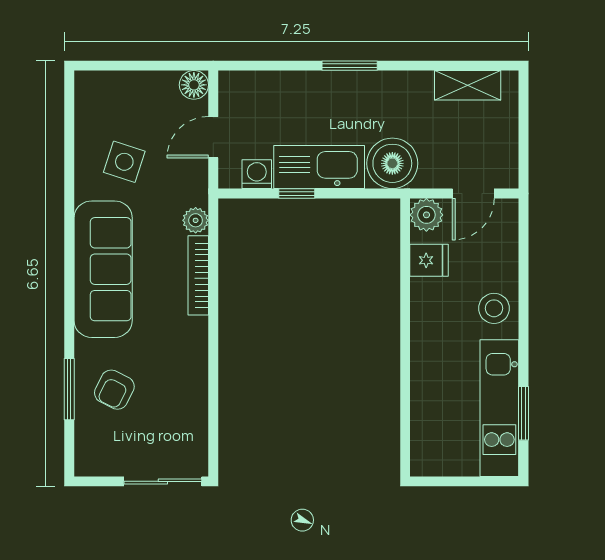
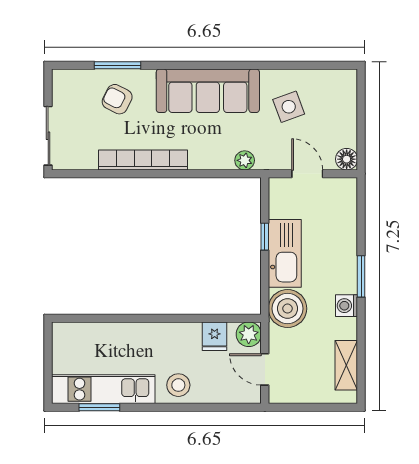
side table: (124, 162) -> (289, 107), turned -38
washing machine: (257, 174) -> (347, 306), moved, turned 180
bookcase: (198, 275) -> (143, 160), moved, width x1.48, depth x1.31

